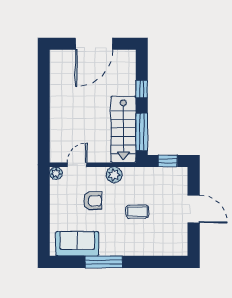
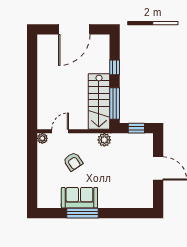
plant: (114, 175) -> (104, 140), moved
armchair: (93, 201) -> (73, 162), turned 56
coffee table: (137, 212) -> (111, 171), removed
sofa: (77, 244) -> (79, 198), moved

